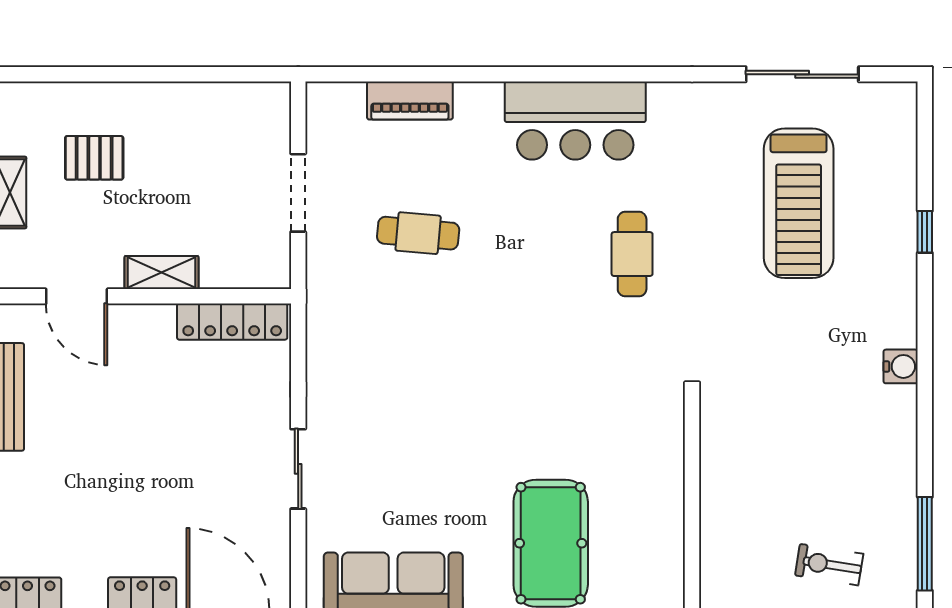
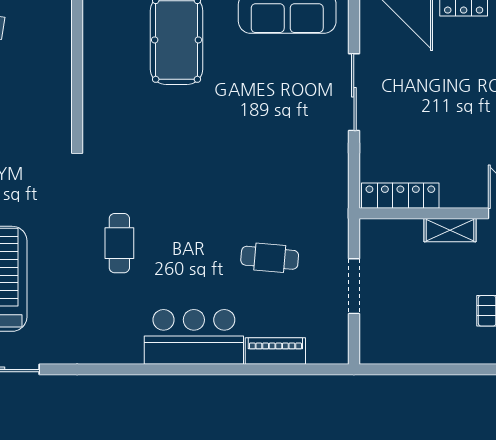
bar counter: (575, 121) -> (194, 337), moved
sliding door: (298, 469) -> (354, 92), width x1.37

